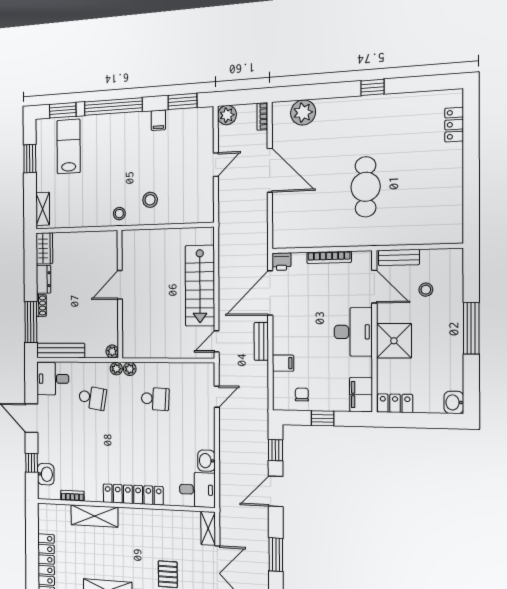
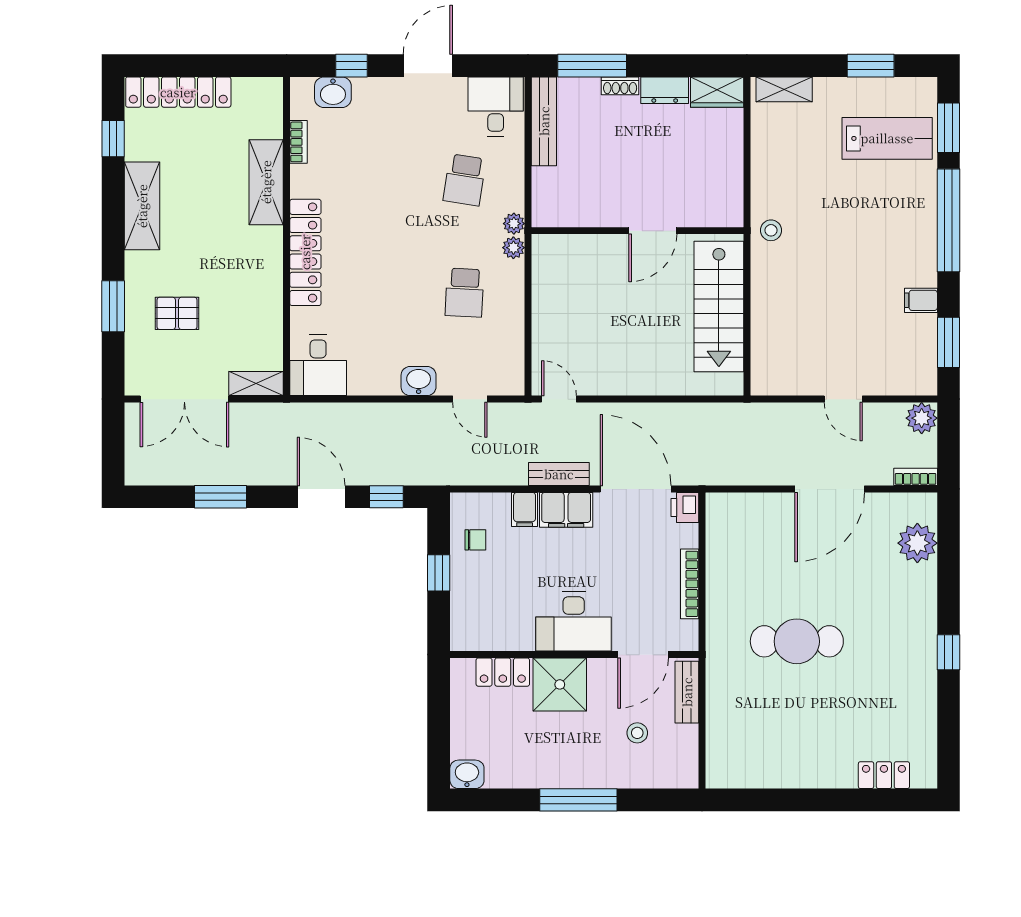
stool: (150, 200) -> (791, 285), removed
door: (120, 285) -> (653, 231), swing flipped
stairs: (200, 286) -> (719, 307), moved, turned -90
plant: (112, 351) -> (542, 216), removed
filing cabinet: (361, 395) -> (566, 510), moved, turned 180
locker: (395, 403) -> (503, 672), moved, turned 90
washbasin: (206, 461) -> (419, 381), moved

